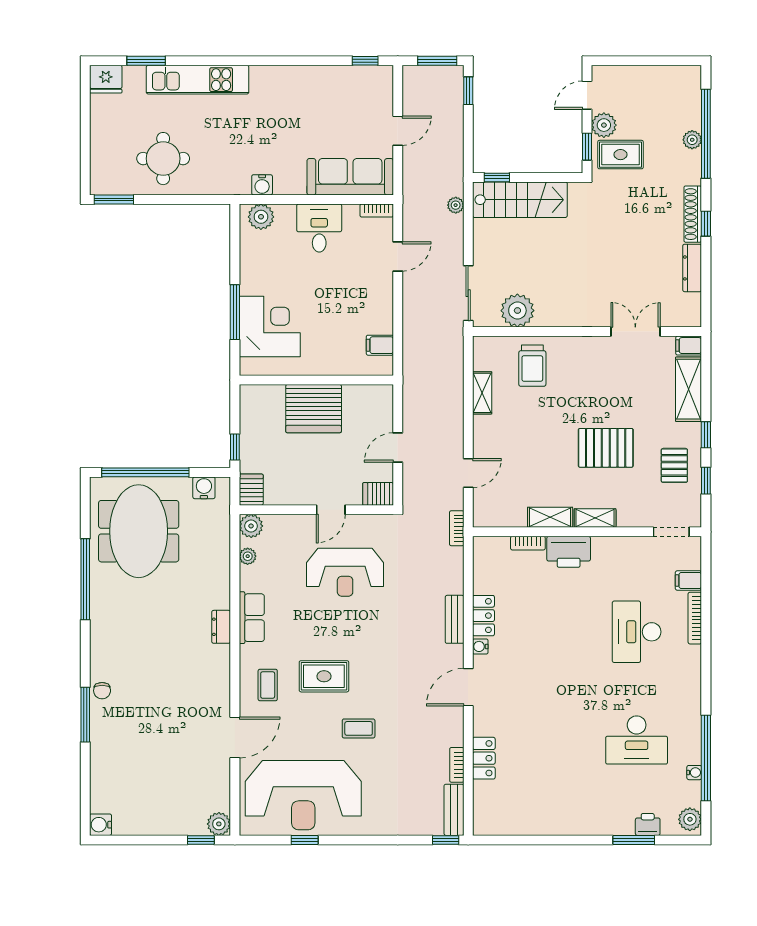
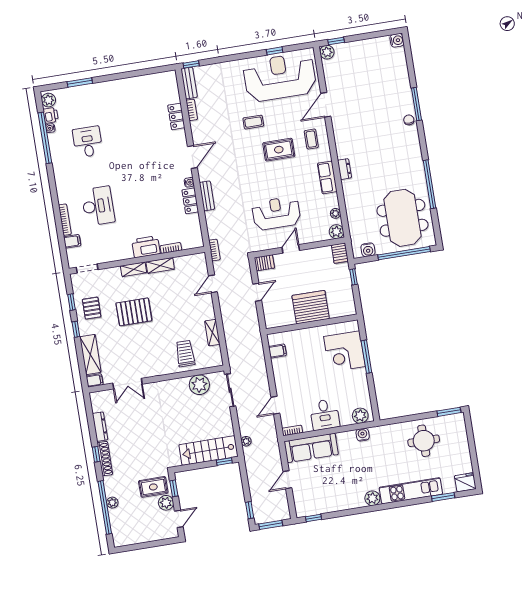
plant: (263, 78) -> (372, 498), added
desk: (637, 740) -> (88, 142), width x0.73
printer: (648, 824) -> (51, 115), moved, turned -90

